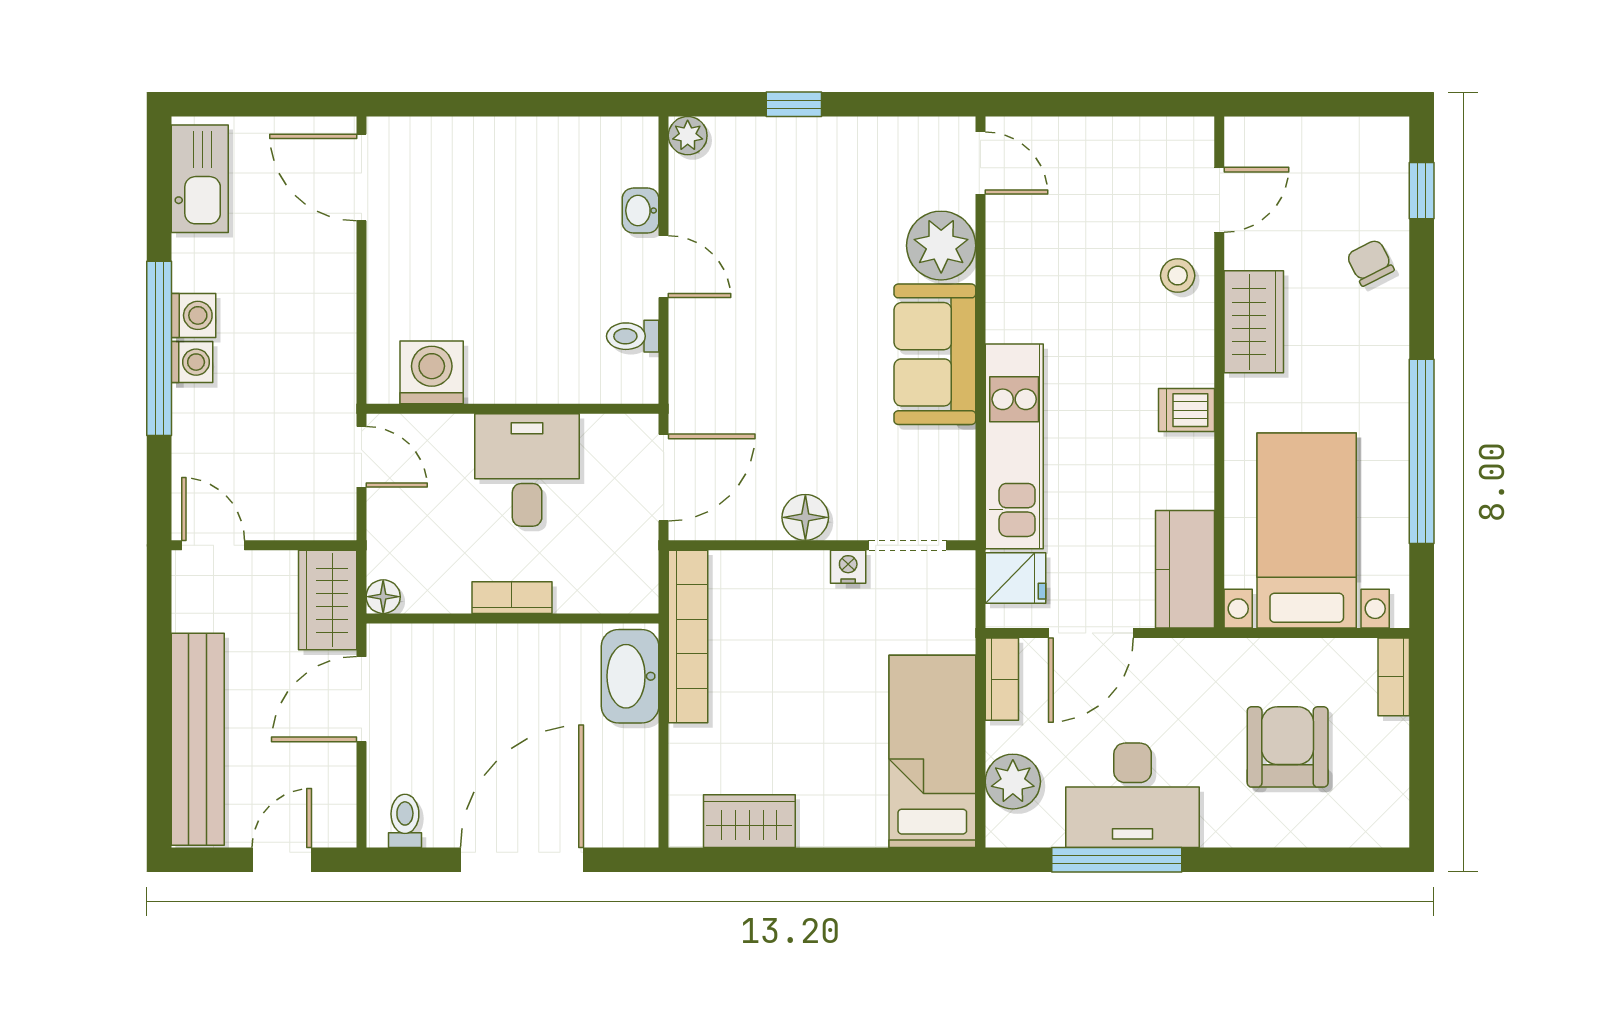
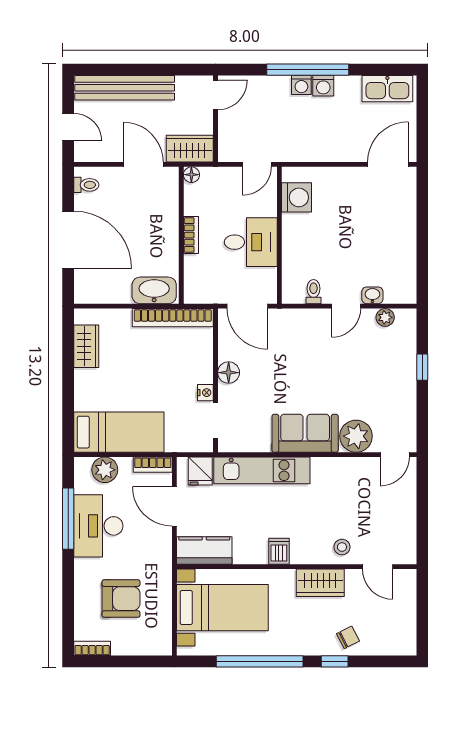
plant: (688, 136) -> (385, 317), moved
window: (1422, 191) -> (335, 661), moved
bookcase: (1394, 677) -> (92, 648), moved

